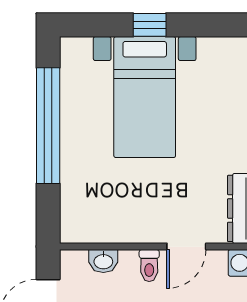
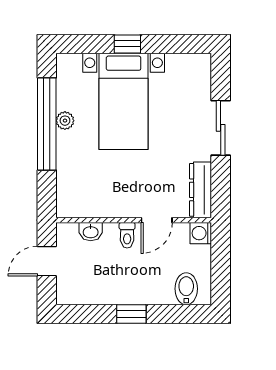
plant: (71, 121) -> (65, 121), added

